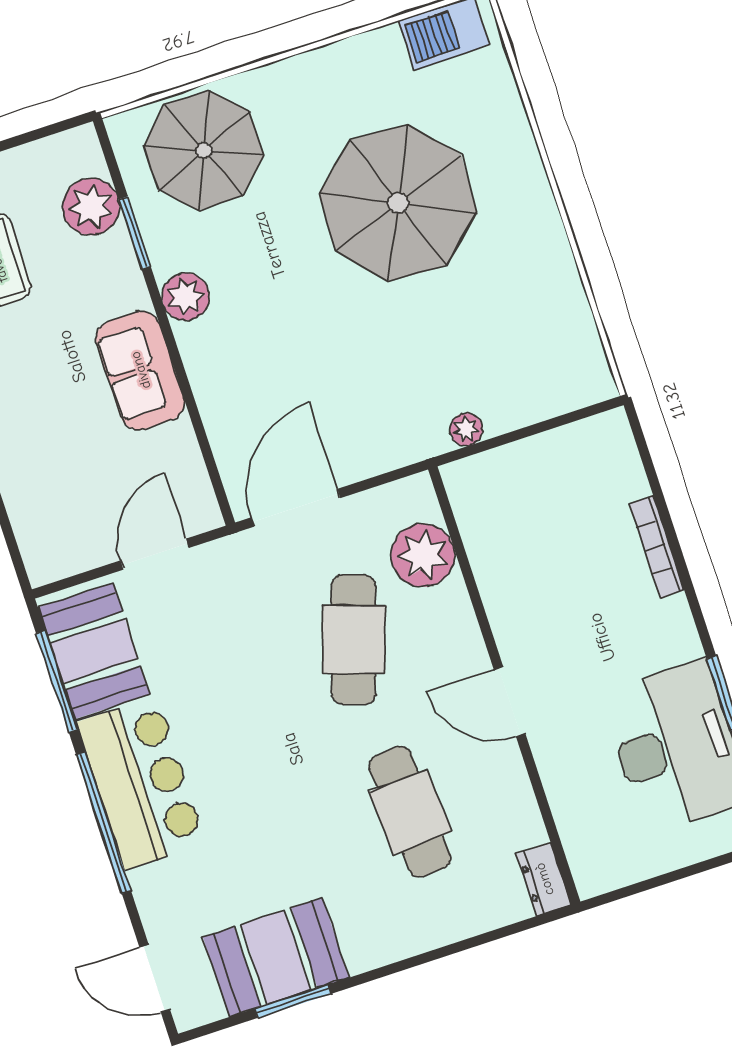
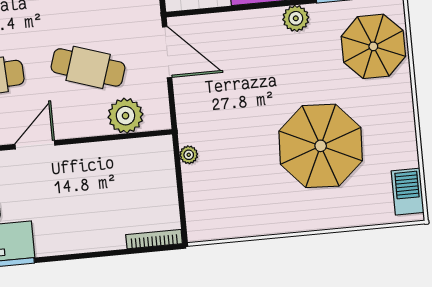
bookcase: (657, 547) -> (154, 239), moved

